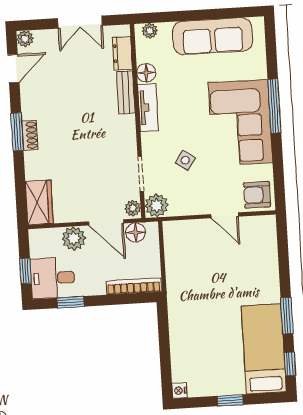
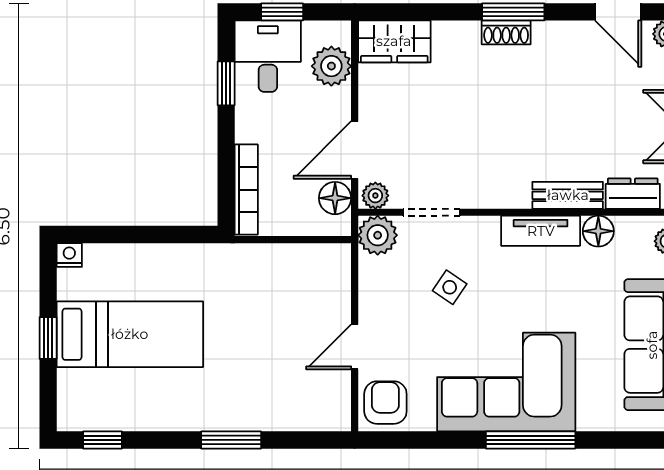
plant: (74, 238) -> (331, 66), moved
window: (287, 316) -> (231, 440), moved
bed: (264, 349) -> (130, 334), moved

